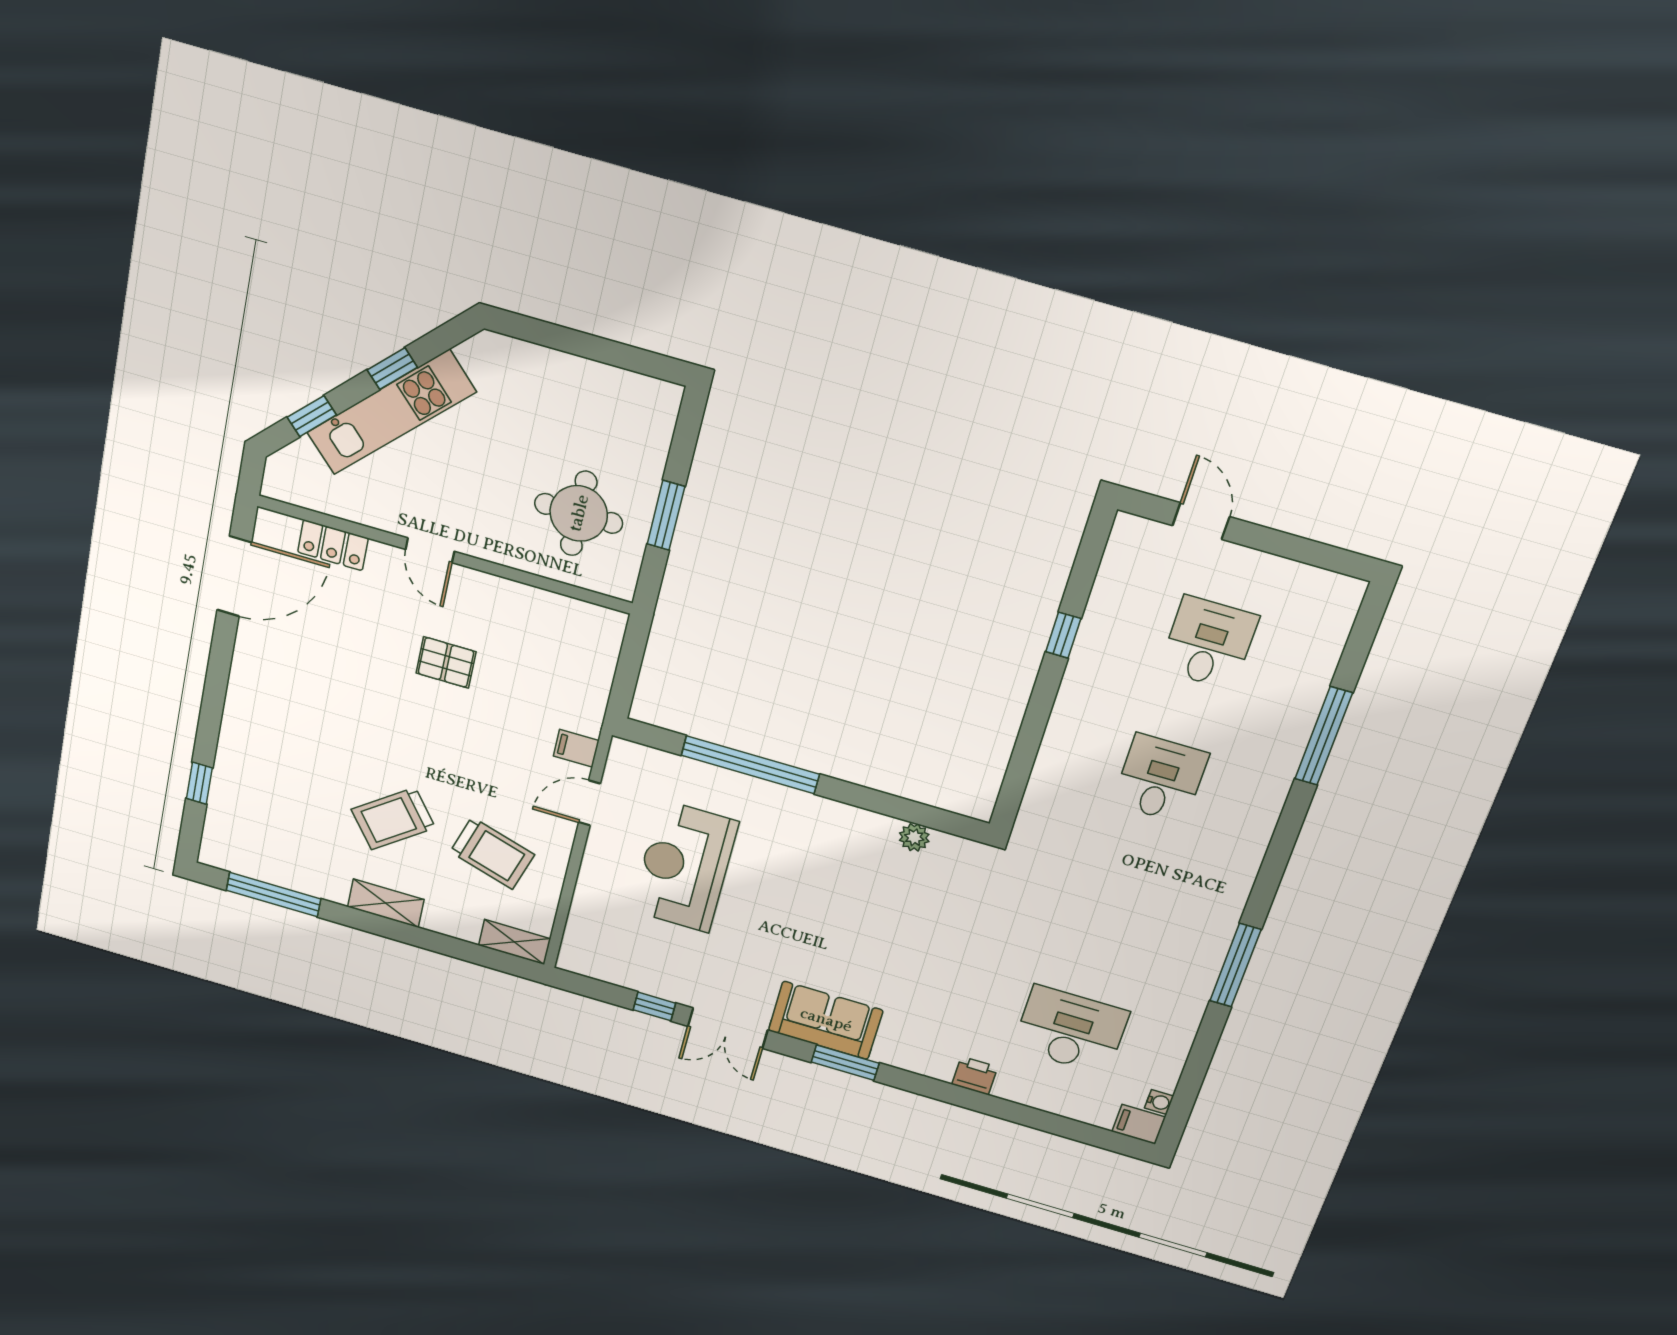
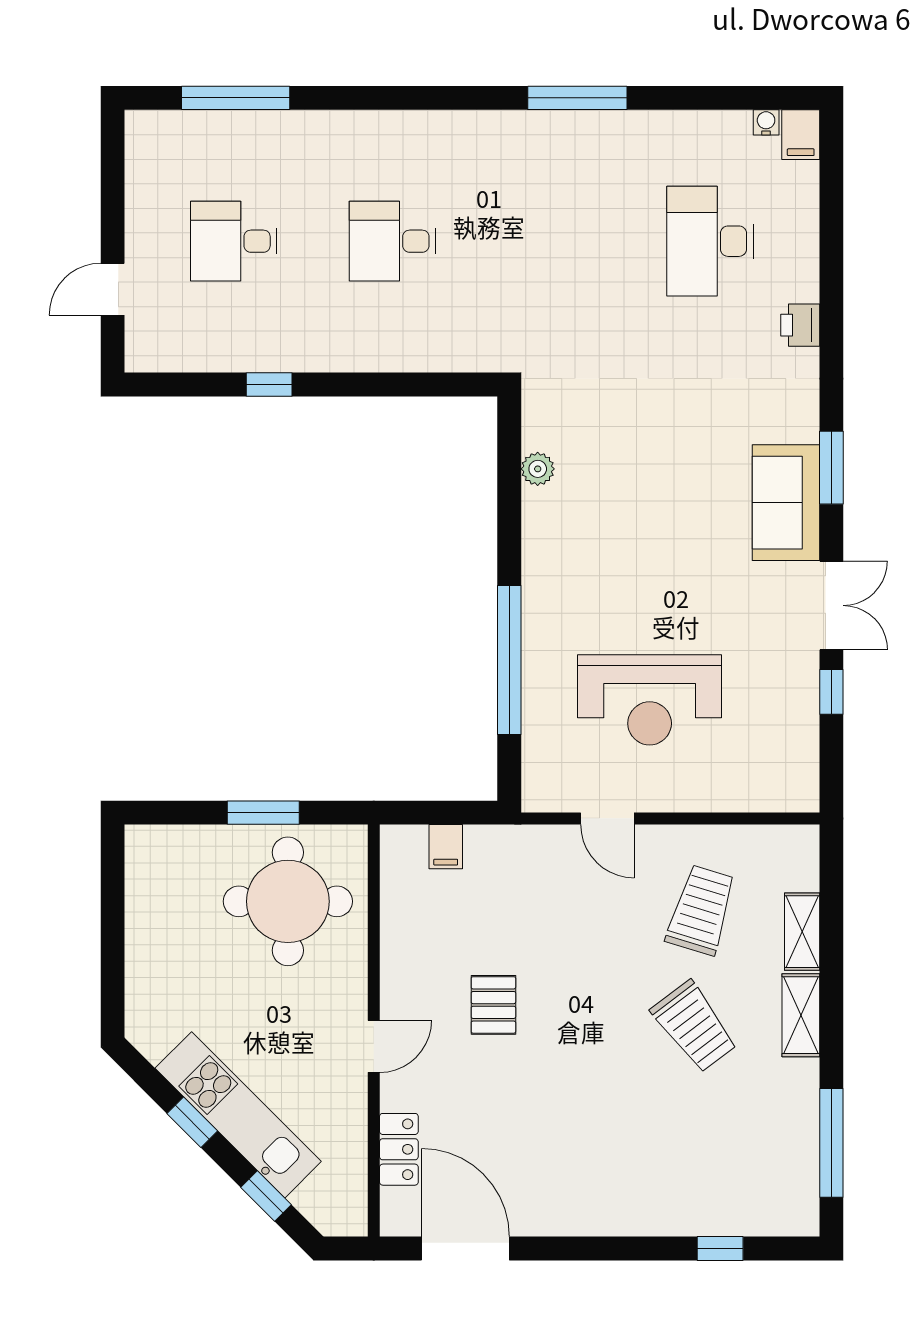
round table: (579, 513) -> (288, 901), width x1.36, depth x1.36
window: (1324, 736) -> (236, 98), moved
filing cabinet: (576, 748) -> (446, 847), moved
shelving: (514, 942) -> (802, 932), moved

